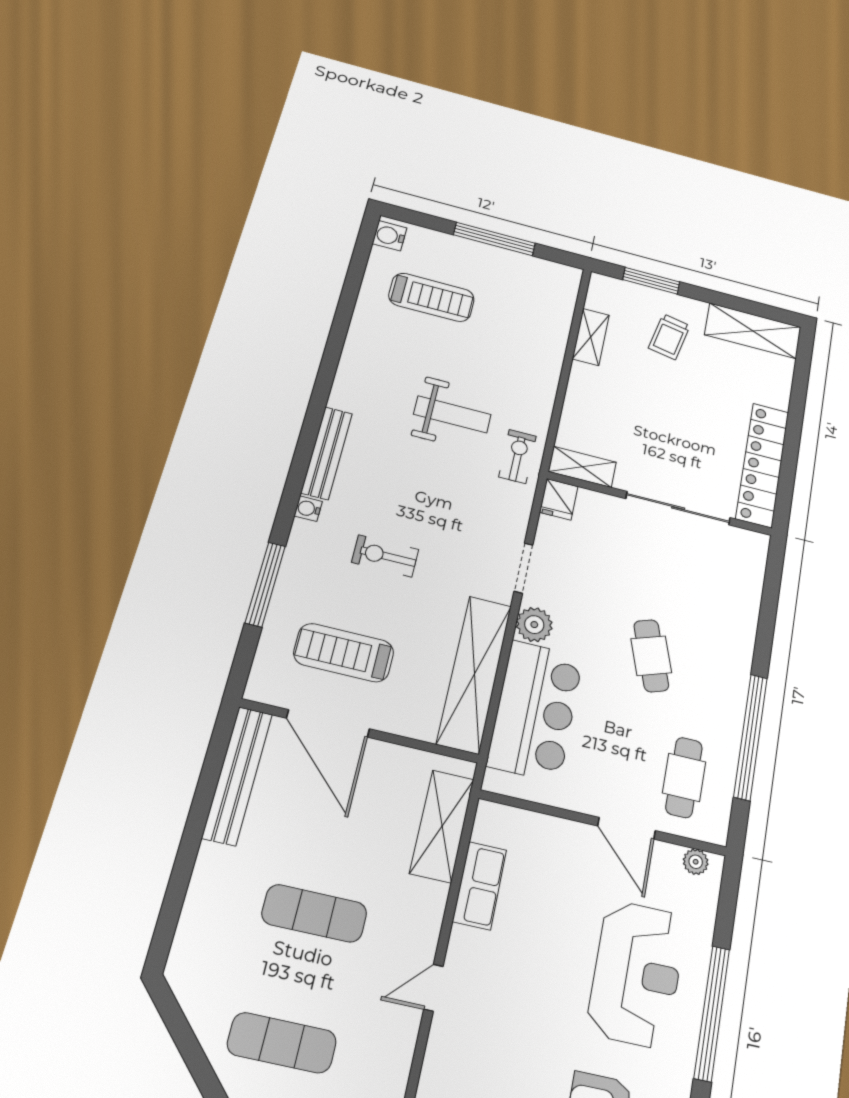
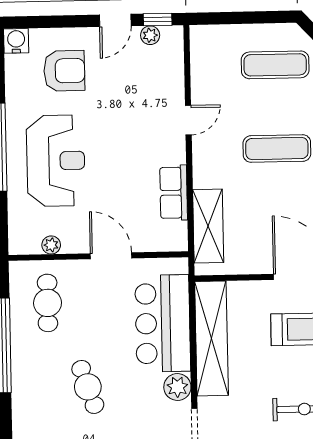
door: (626, 828) -> (111, 256), moved
plant: (696, 862) -> (51, 245), moved
reception desk: (637, 974) -> (56, 161), turned 180

